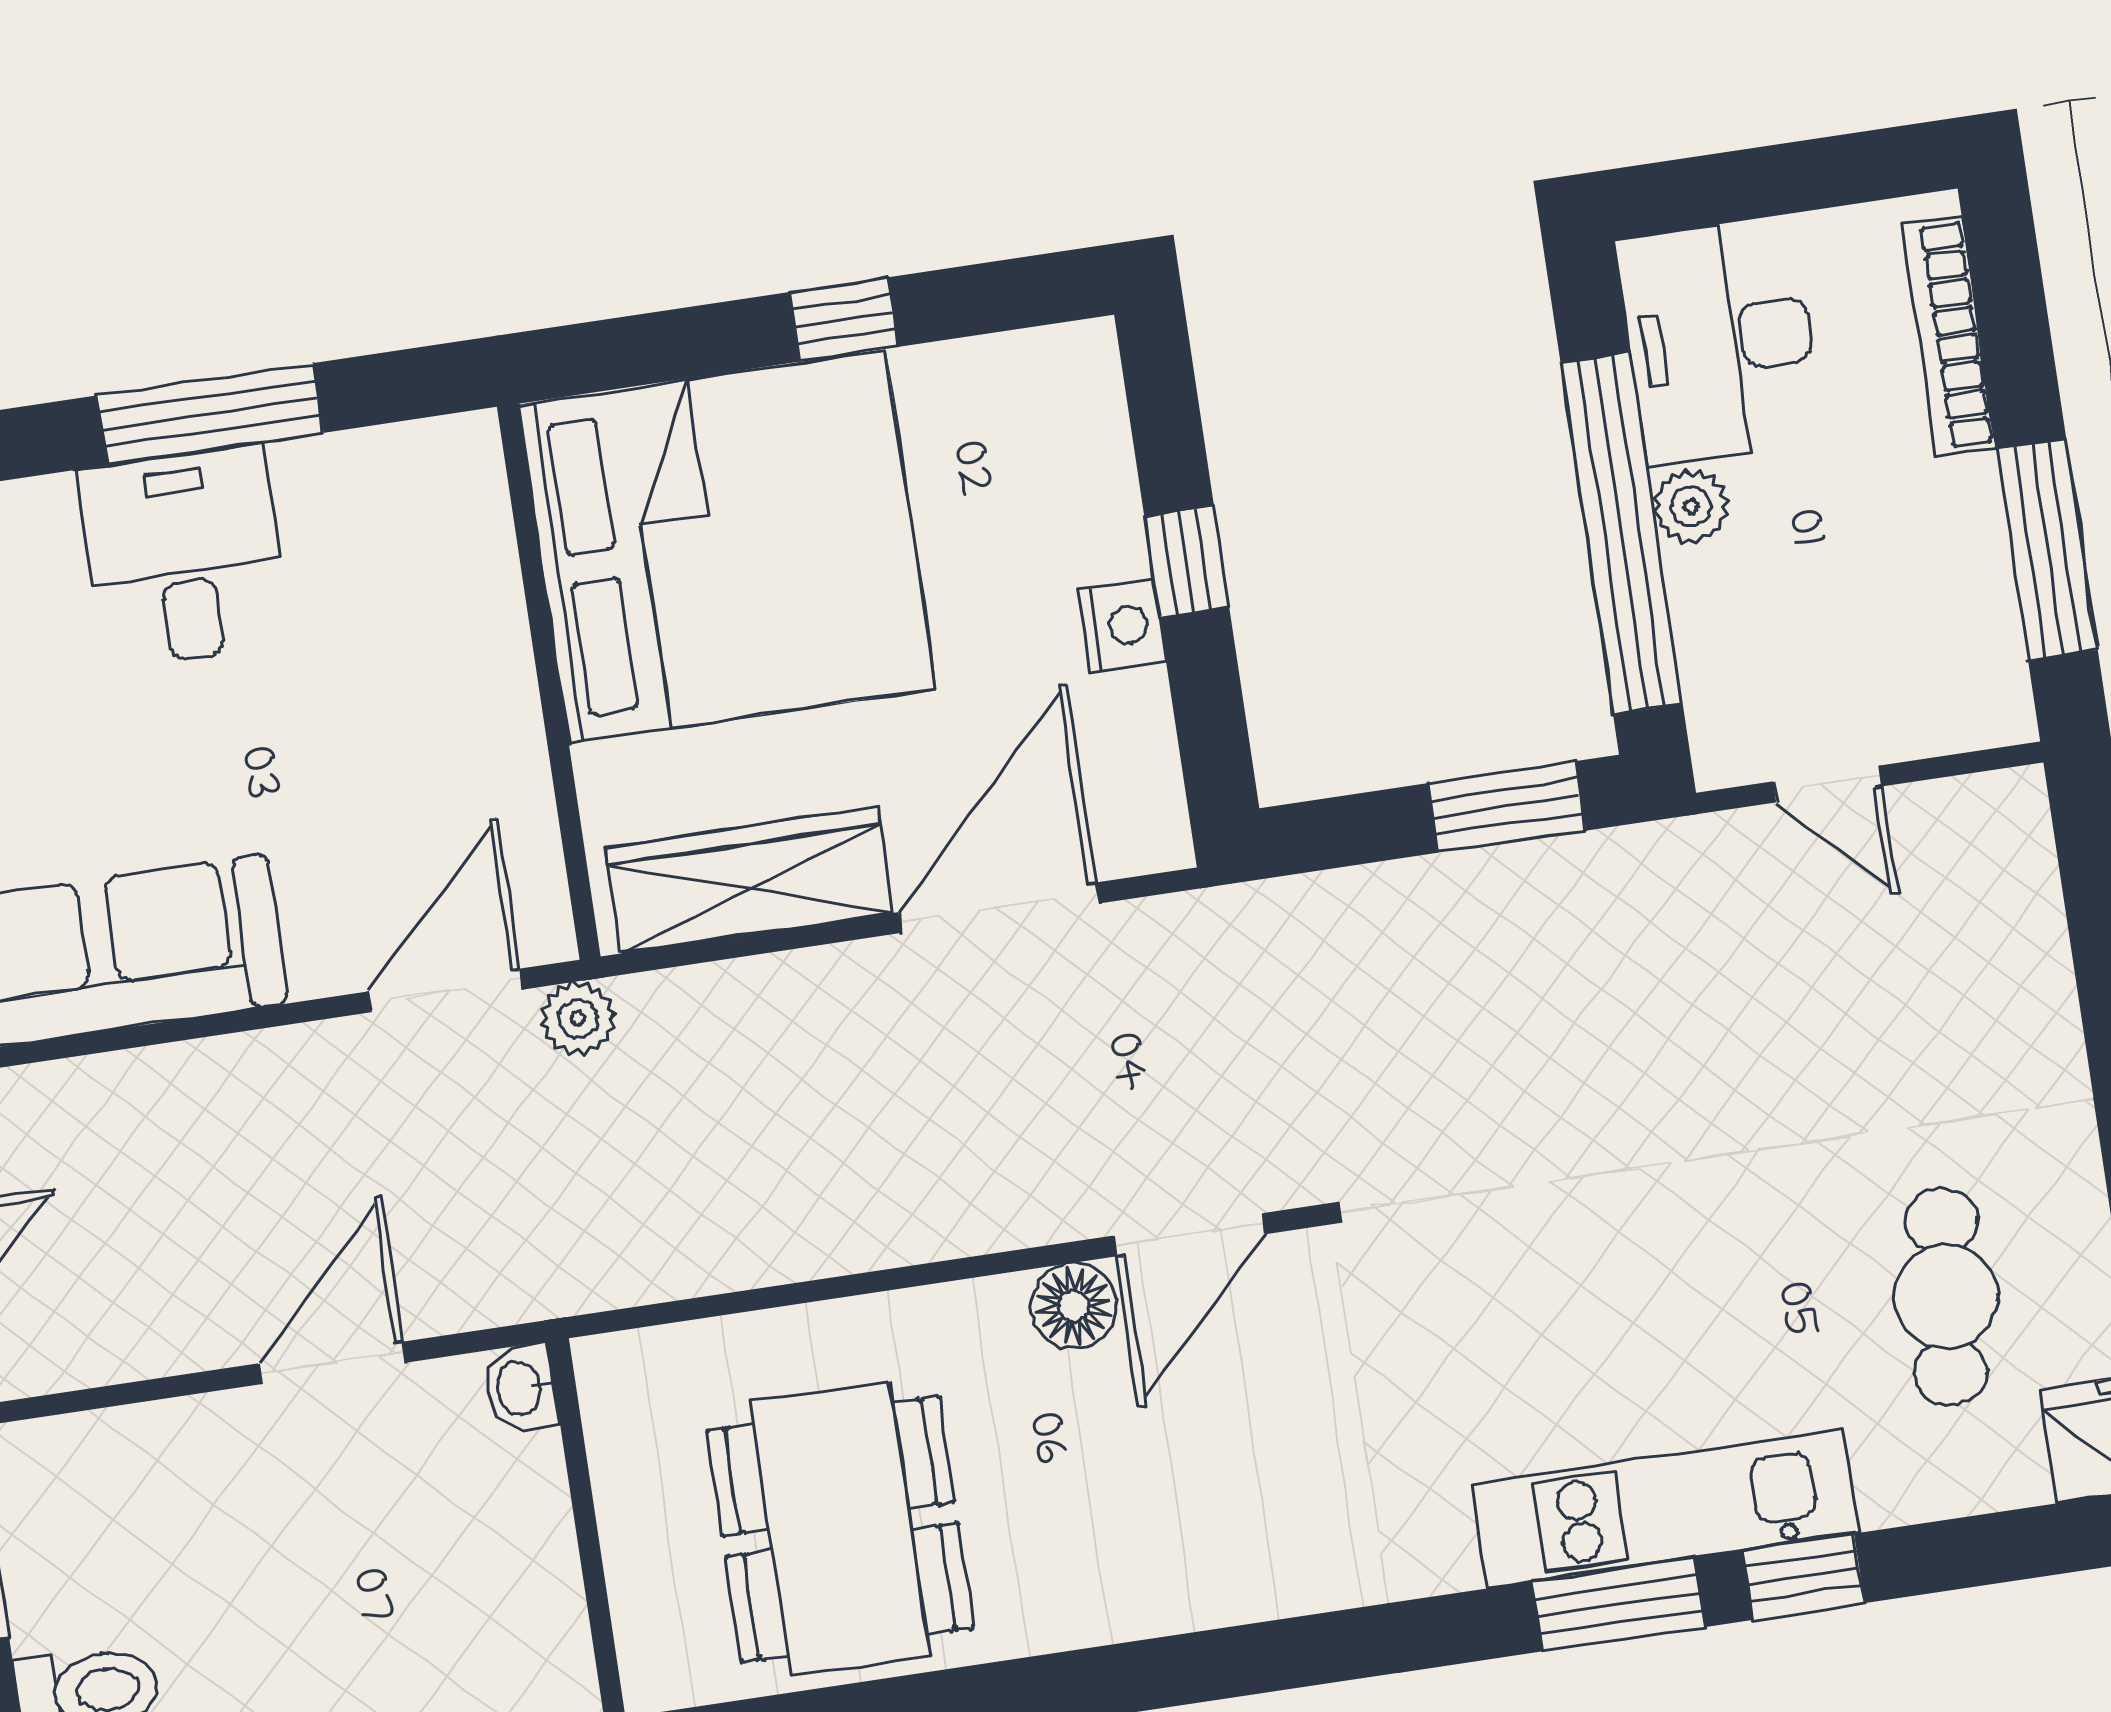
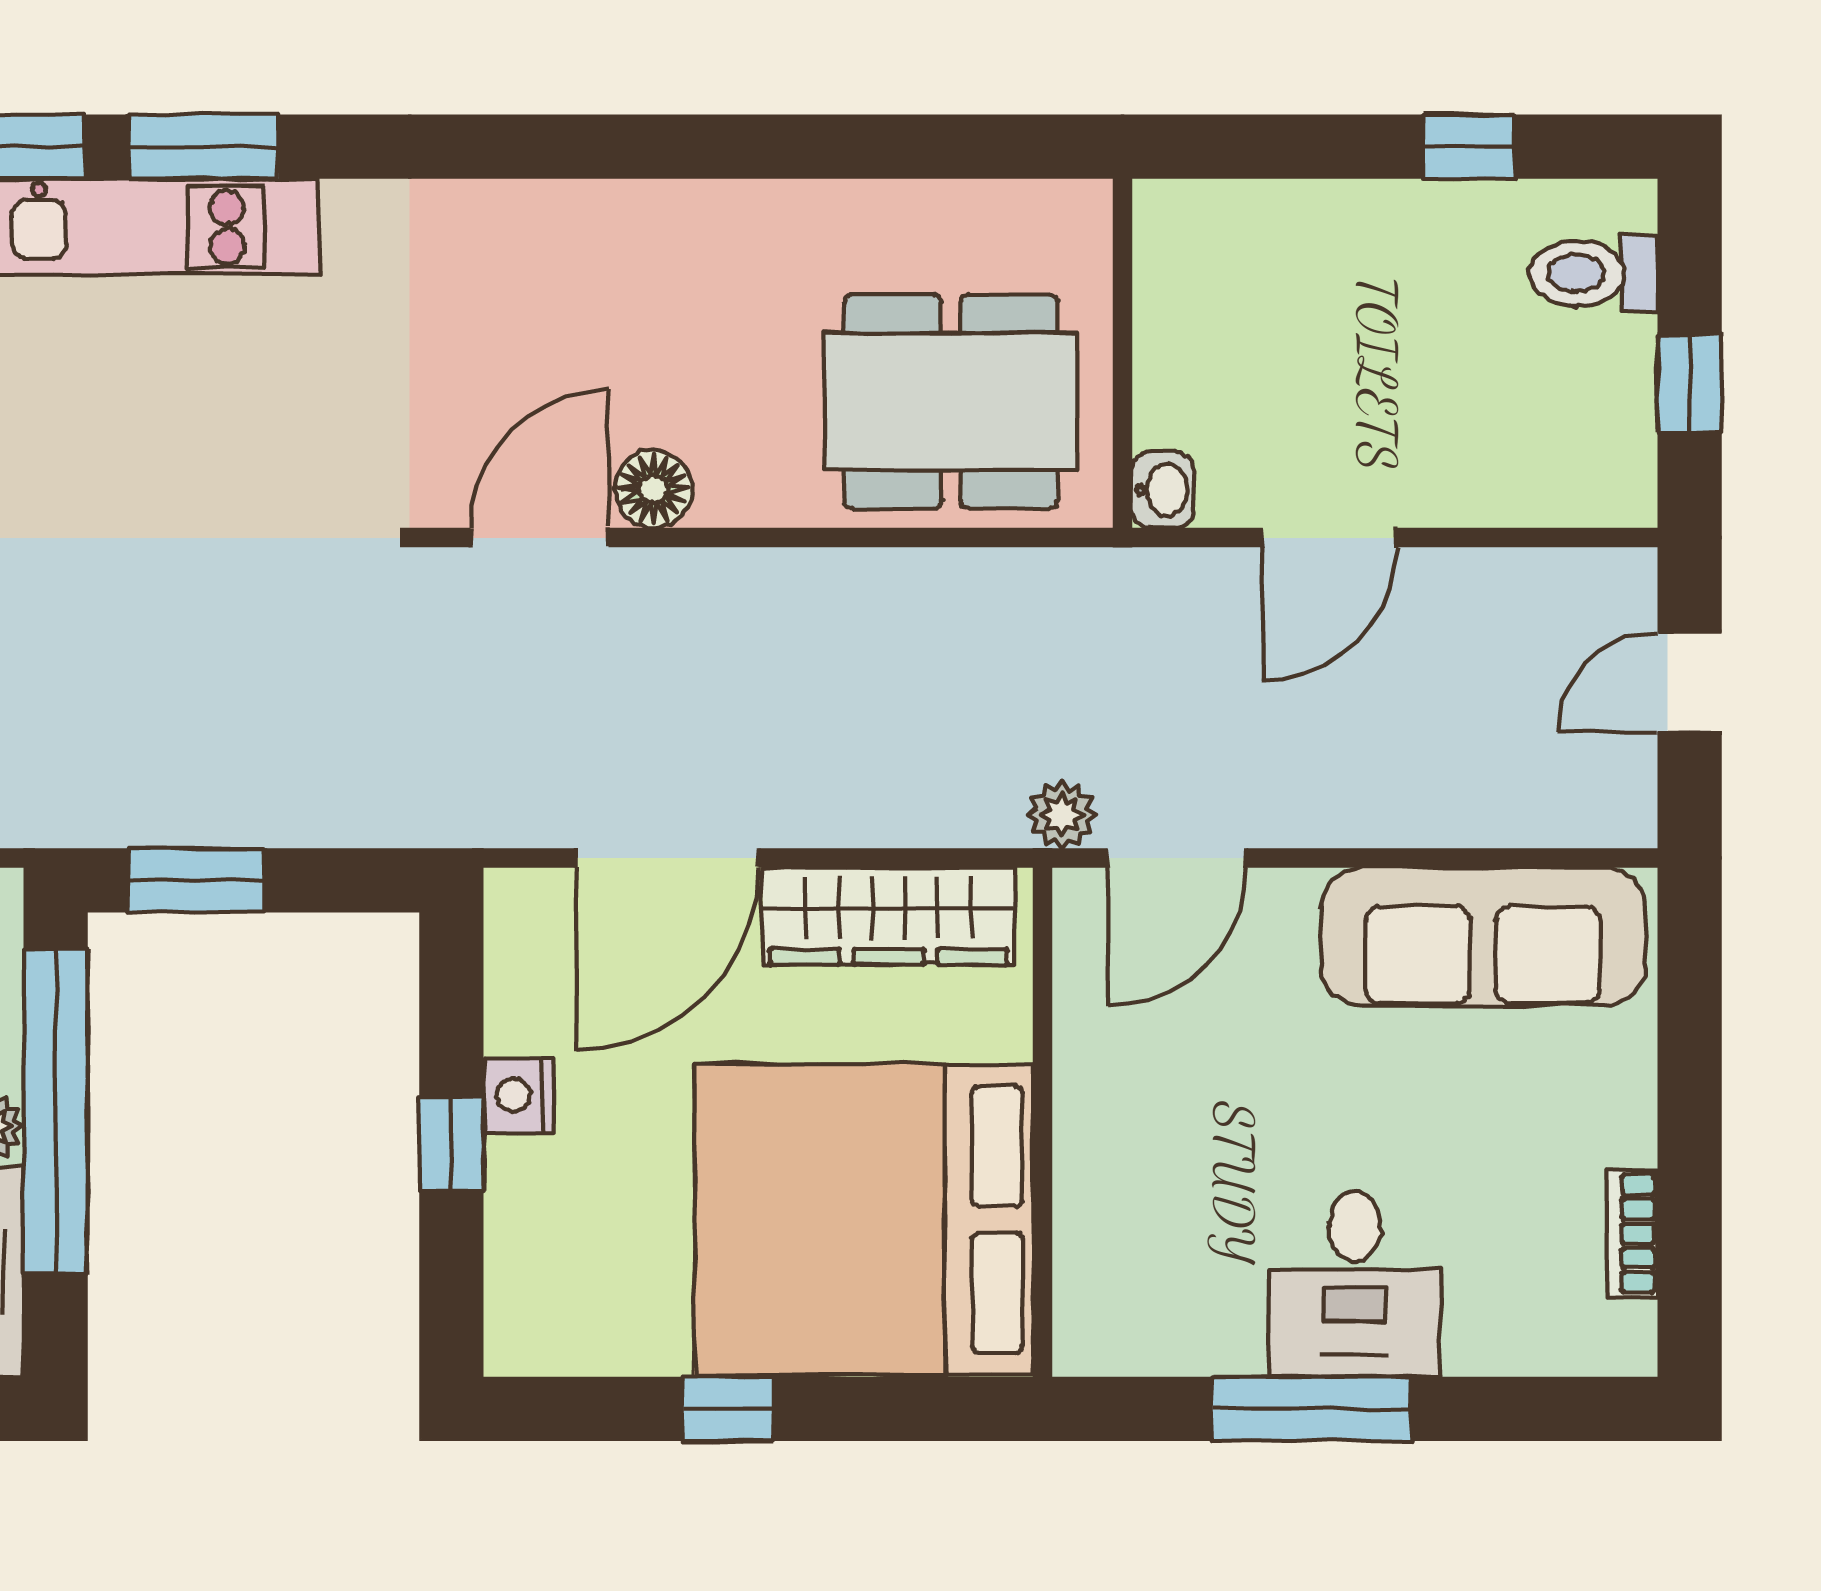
dining table: (840, 1529) -> (951, 401), moved, turned 90

